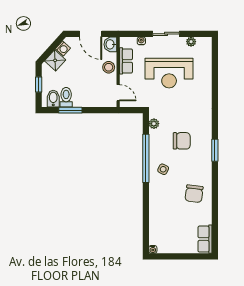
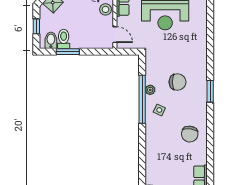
plant: (154, 124) -> (150, 90), moved

